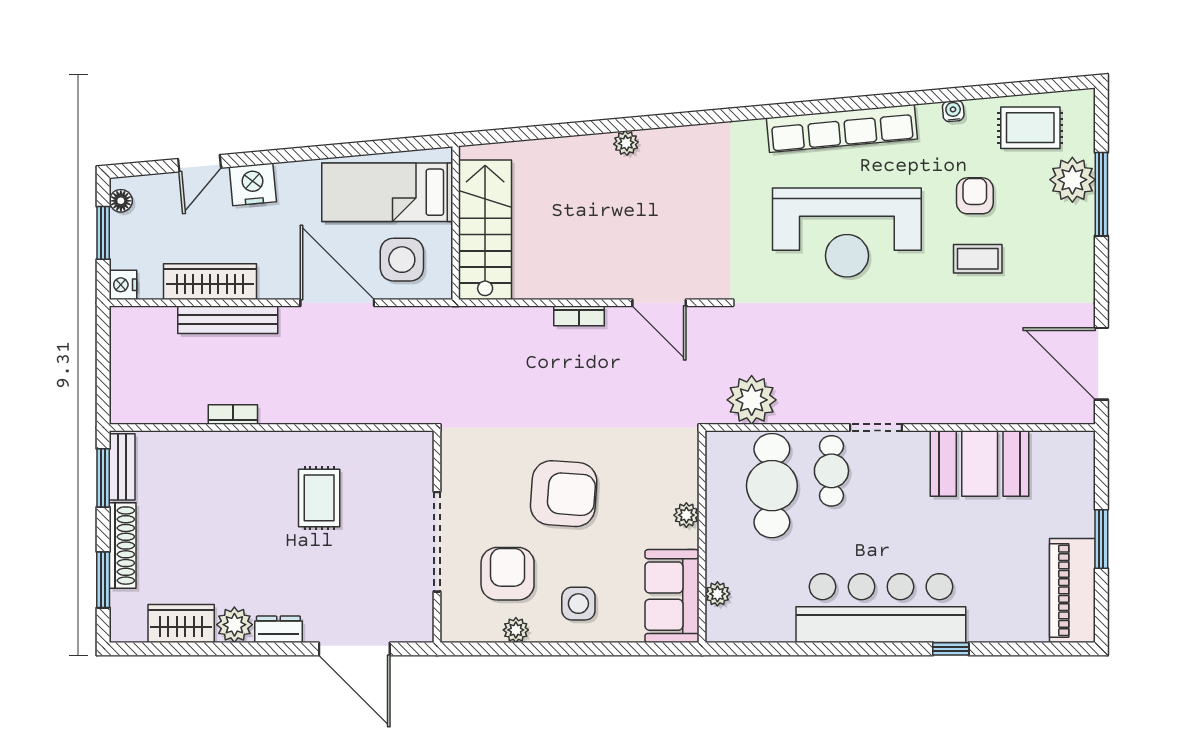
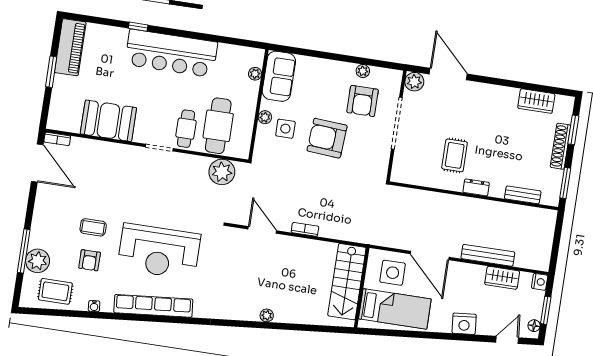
door: (199, 163) -> (507, 340), moved
reception desk: (847, 233) -> (159, 251), turned 180
wardrobe: (210, 282) -> (502, 278), width x0.67
bookcase: (233, 414) -> (57, 139), moved
bench: (122, 467) -> (523, 195), moved, turned 90
side table: (578, 604) -> (285, 129), moved
plant: (234, 625) -> (414, 82), moved
dresser: (278, 629) -> (476, 187), moved, turned 180

